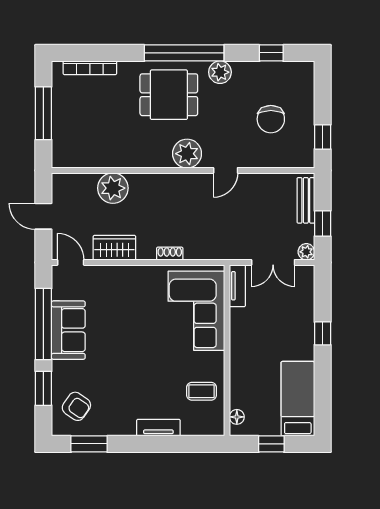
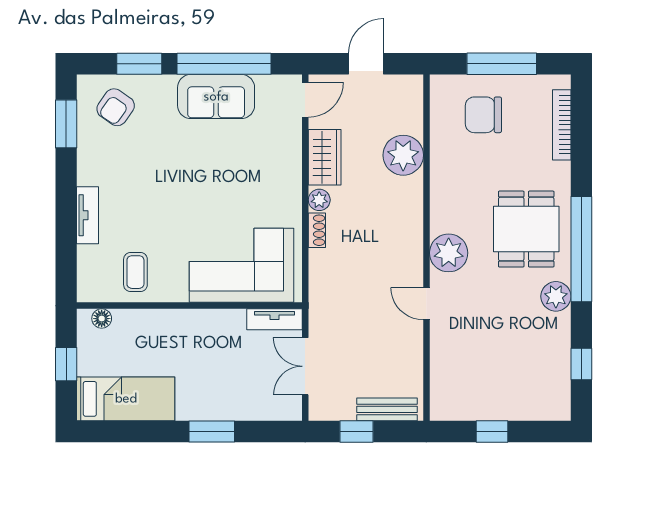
chair: (271, 119) -> (483, 115), moved
window: (323, 137) -> (492, 431), moved
plant: (306, 252) -> (319, 200), moved
window: (323, 333) -> (212, 431), width x1.50

